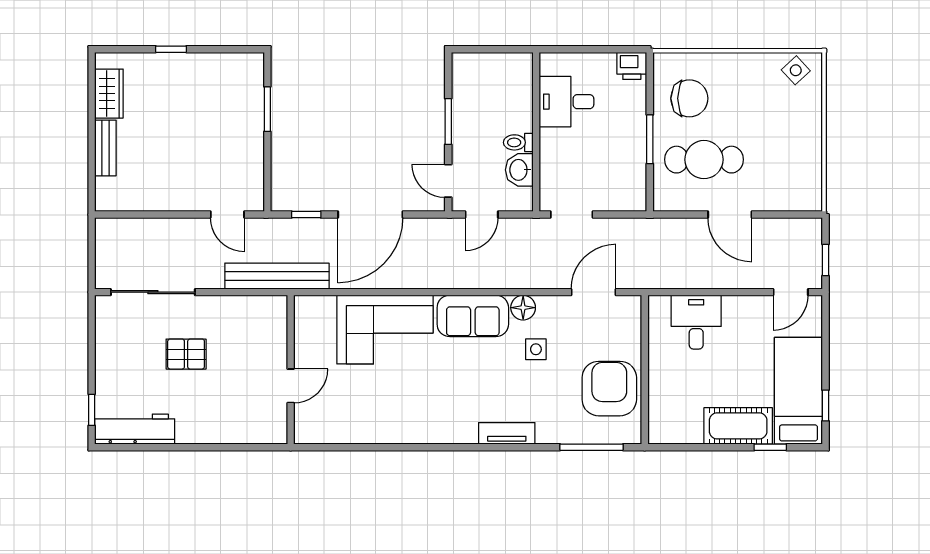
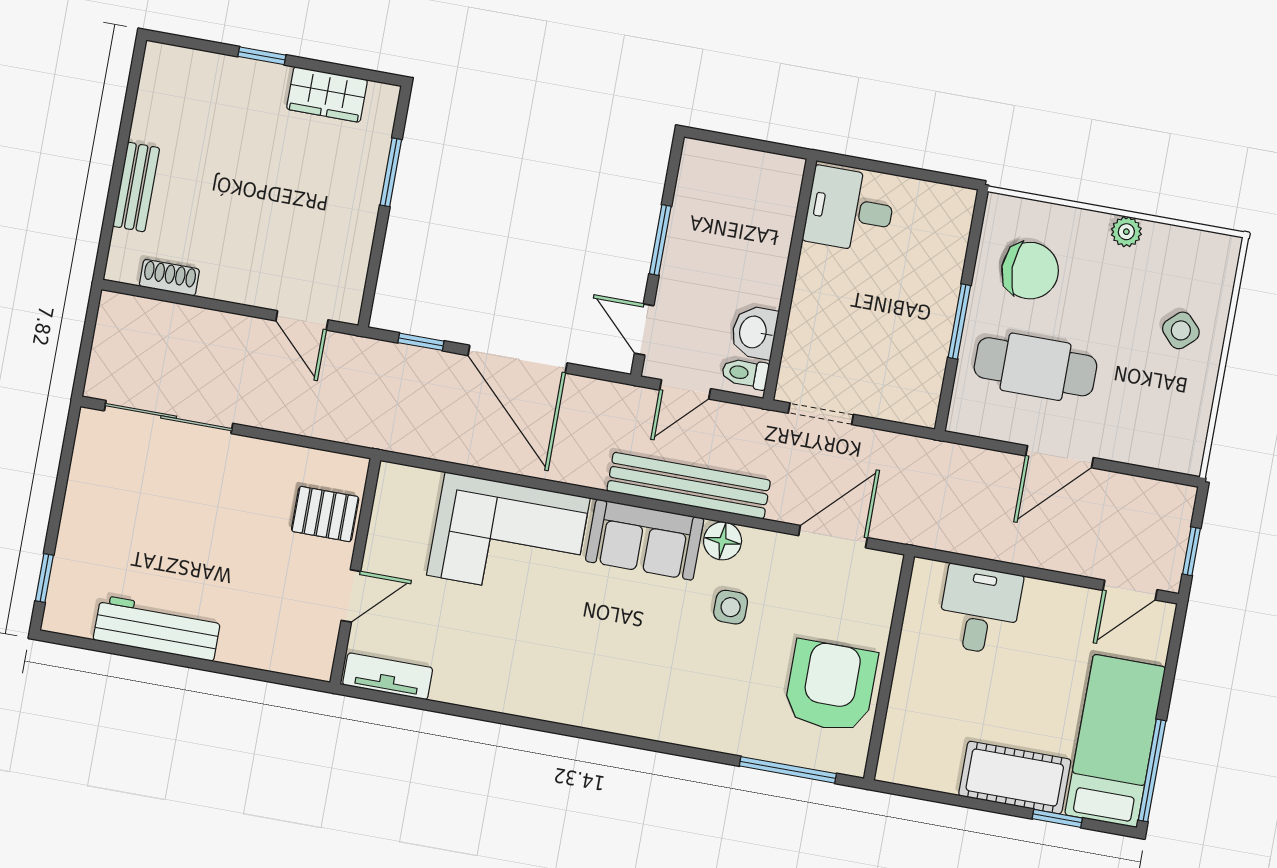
plant: (747, 62) -> (1126, 232), added
printer: (632, 66) -> (952, 206), removed
side table: (796, 70) -> (1181, 330), moved
wardrobe: (109, 94) -> (327, 94), moved, turned 90
desk: (567, 102) -> (850, 210), moved
toilet: (518, 142) -> (745, 373), moved
shoe rack: (137, 202) -> (169, 278), added
door: (370, 215) -> (517, 359), hinge flipped
door: (730, 215) -> (1060, 457), hinge flipped
bench: (277, 276) -> (689, 486), moved
pallet: (186, 354) -> (325, 514), moved
window: (826, 405) -> (1152, 770), width x2.17
workbench: (135, 429) -> (157, 628), moved
tv unit: (507, 433) -> (388, 676), moved

